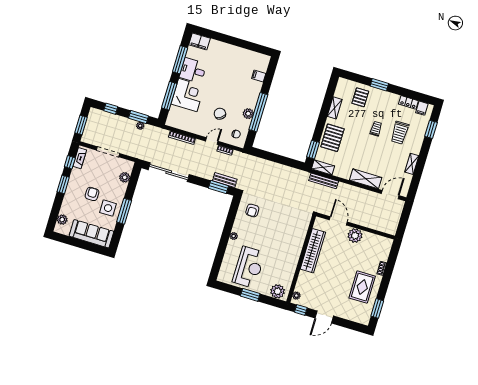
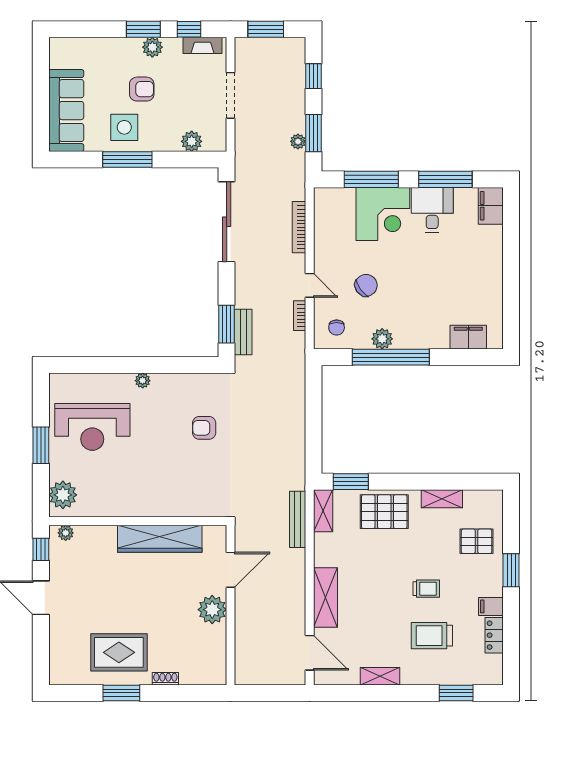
filing cabinet: (259, 76) -> (468, 337), width x2.00
filing cabinet: (422, 108) -> (491, 606), moved
armchair: (252, 210) -> (204, 428), moved
plant: (62, 220) -> (152, 47), moved
window: (377, 308) -> (121, 693), moved

